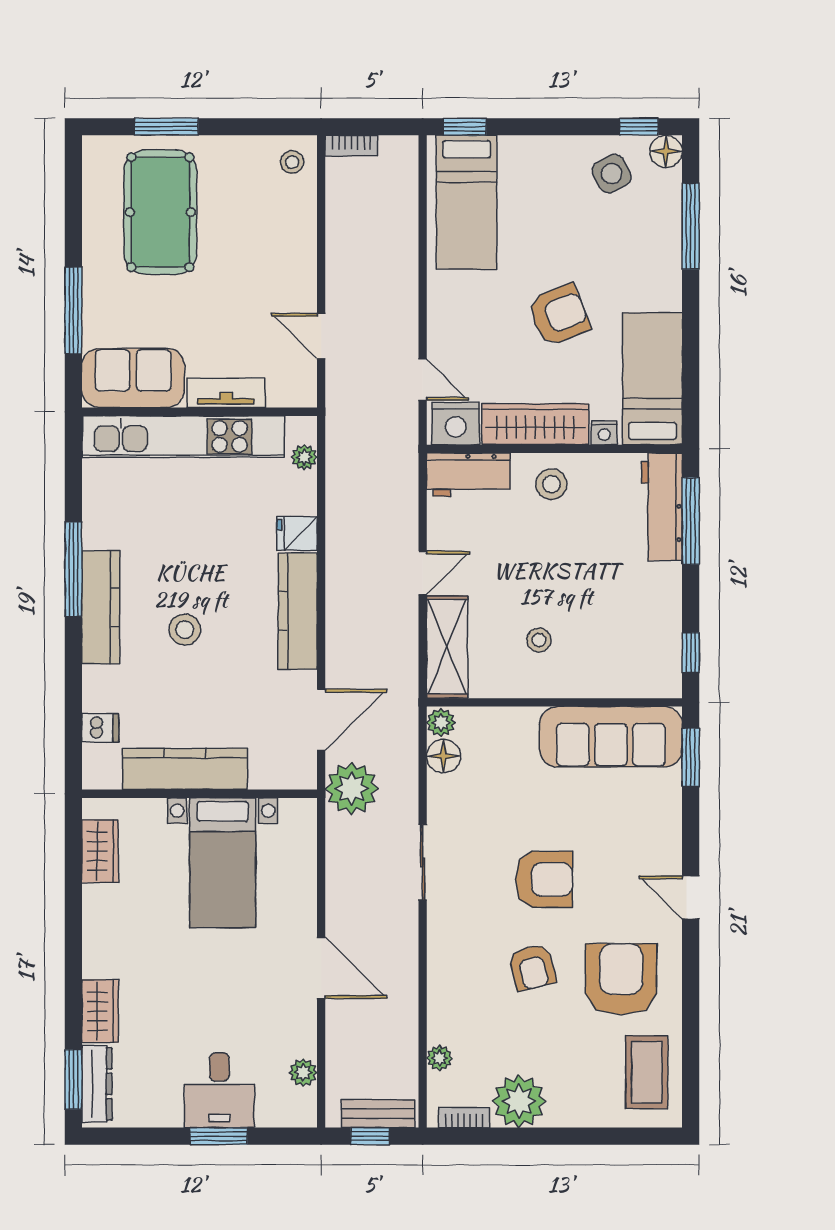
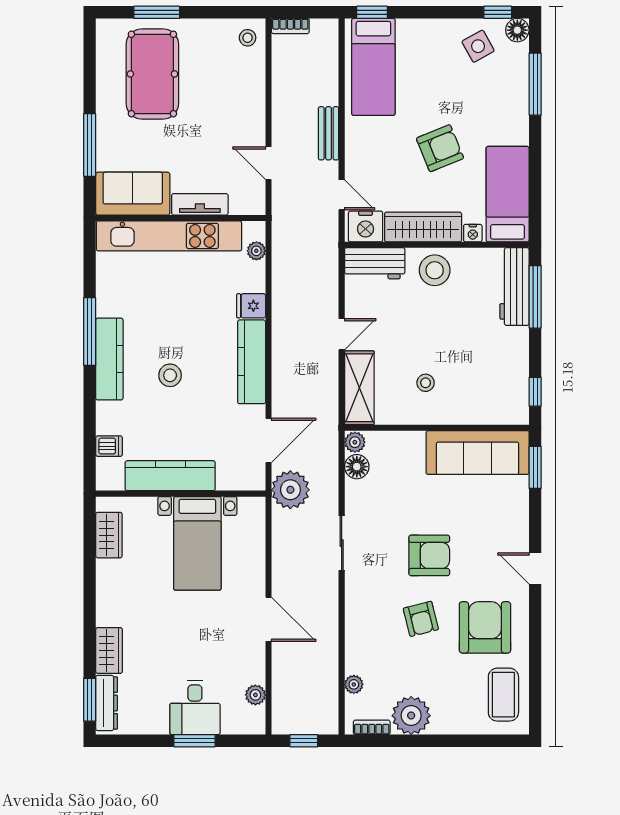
stool: (551, 484) -> (435, 270), width x1.38, depth x1.38
bench: (378, 1114) -> (329, 133), moved, turned 90

